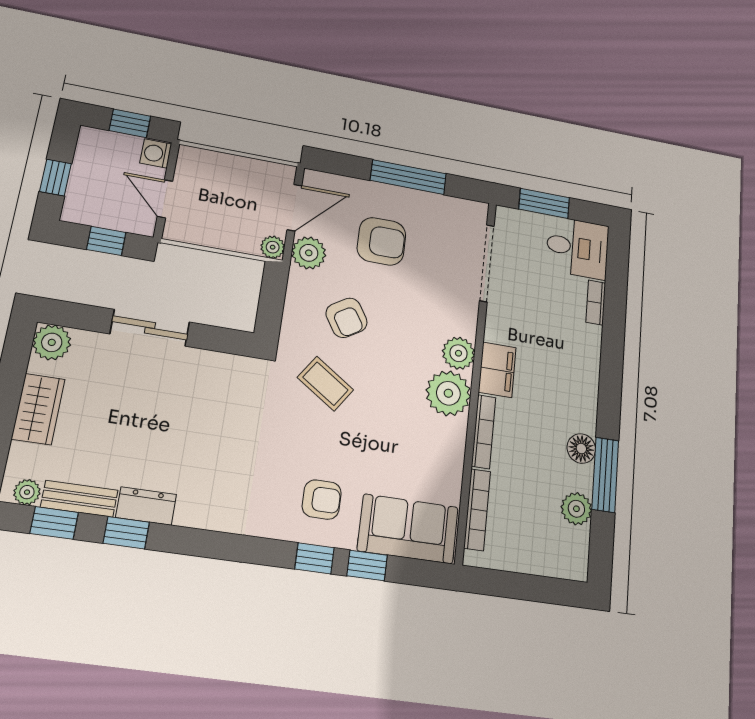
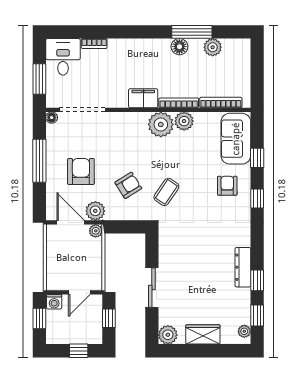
floor lamp: (479, 211) -> (52, 118), added
plant: (458, 353) -> (184, 121), moved
bench: (79, 499) -> (244, 306), removed
dresser: (146, 506) -> (243, 267), width x1.44
window: (315, 558) -> (257, 199), moved

